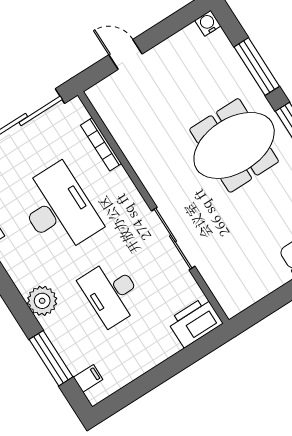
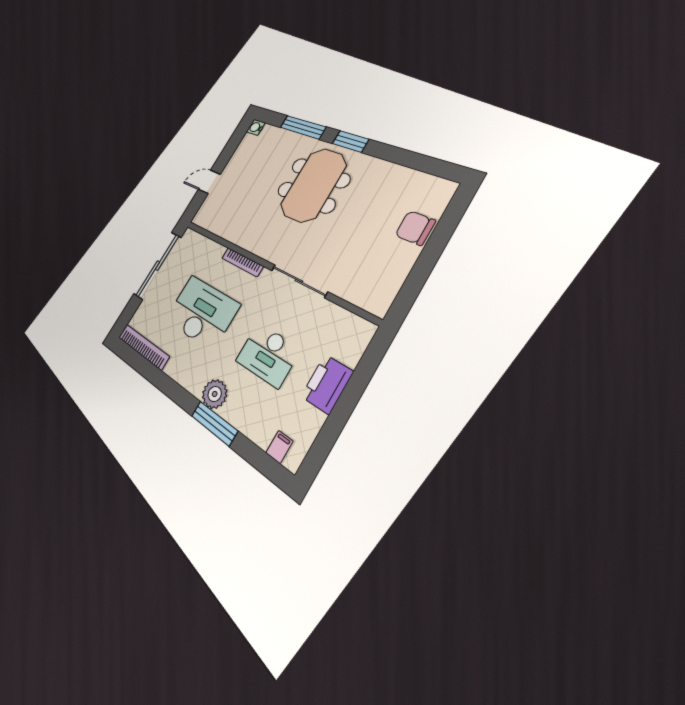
bookcase: (101, 144) -> (242, 262), moved
printer: (195, 322) -> (327, 384), moved
window: (51, 358) -> (214, 423), moved

